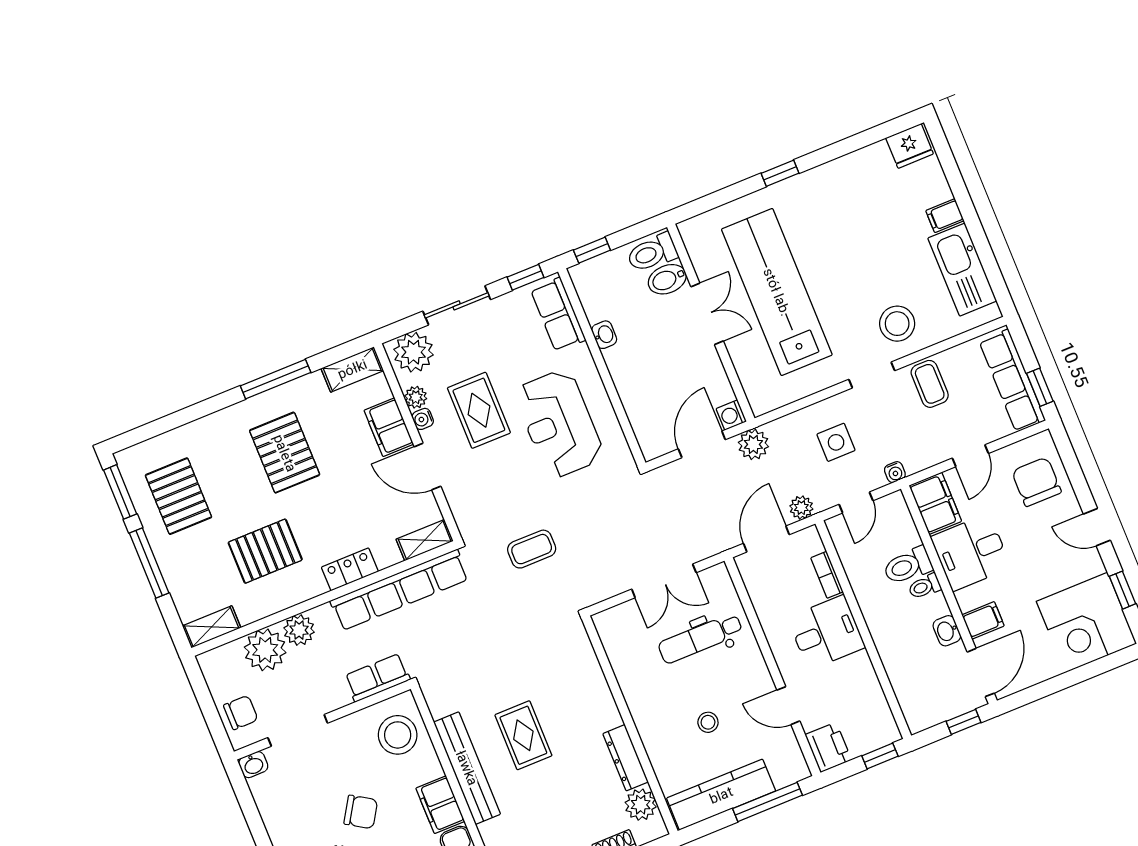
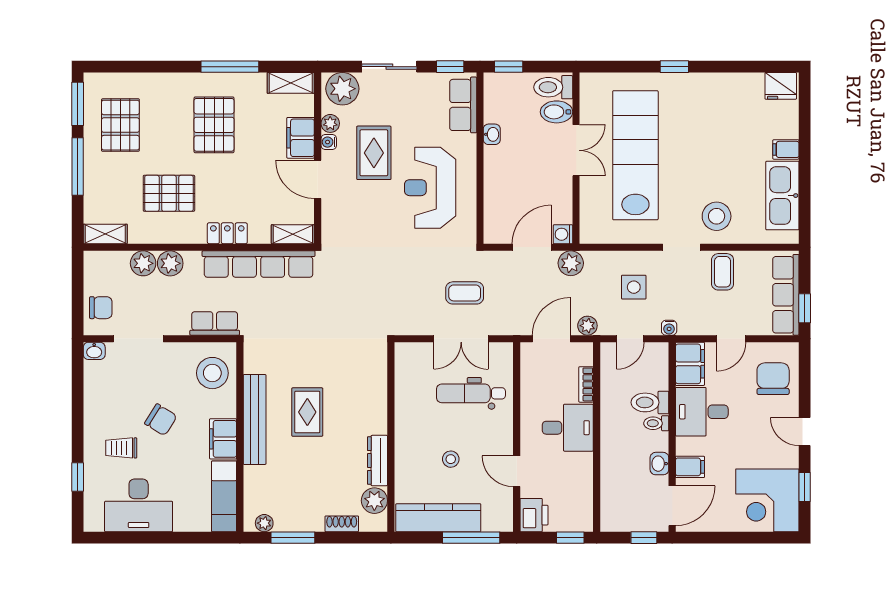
coffee table: (532, 549) -> (465, 293), moved
plant: (265, 650) -> (143, 263), width x0.73, depth x0.73

